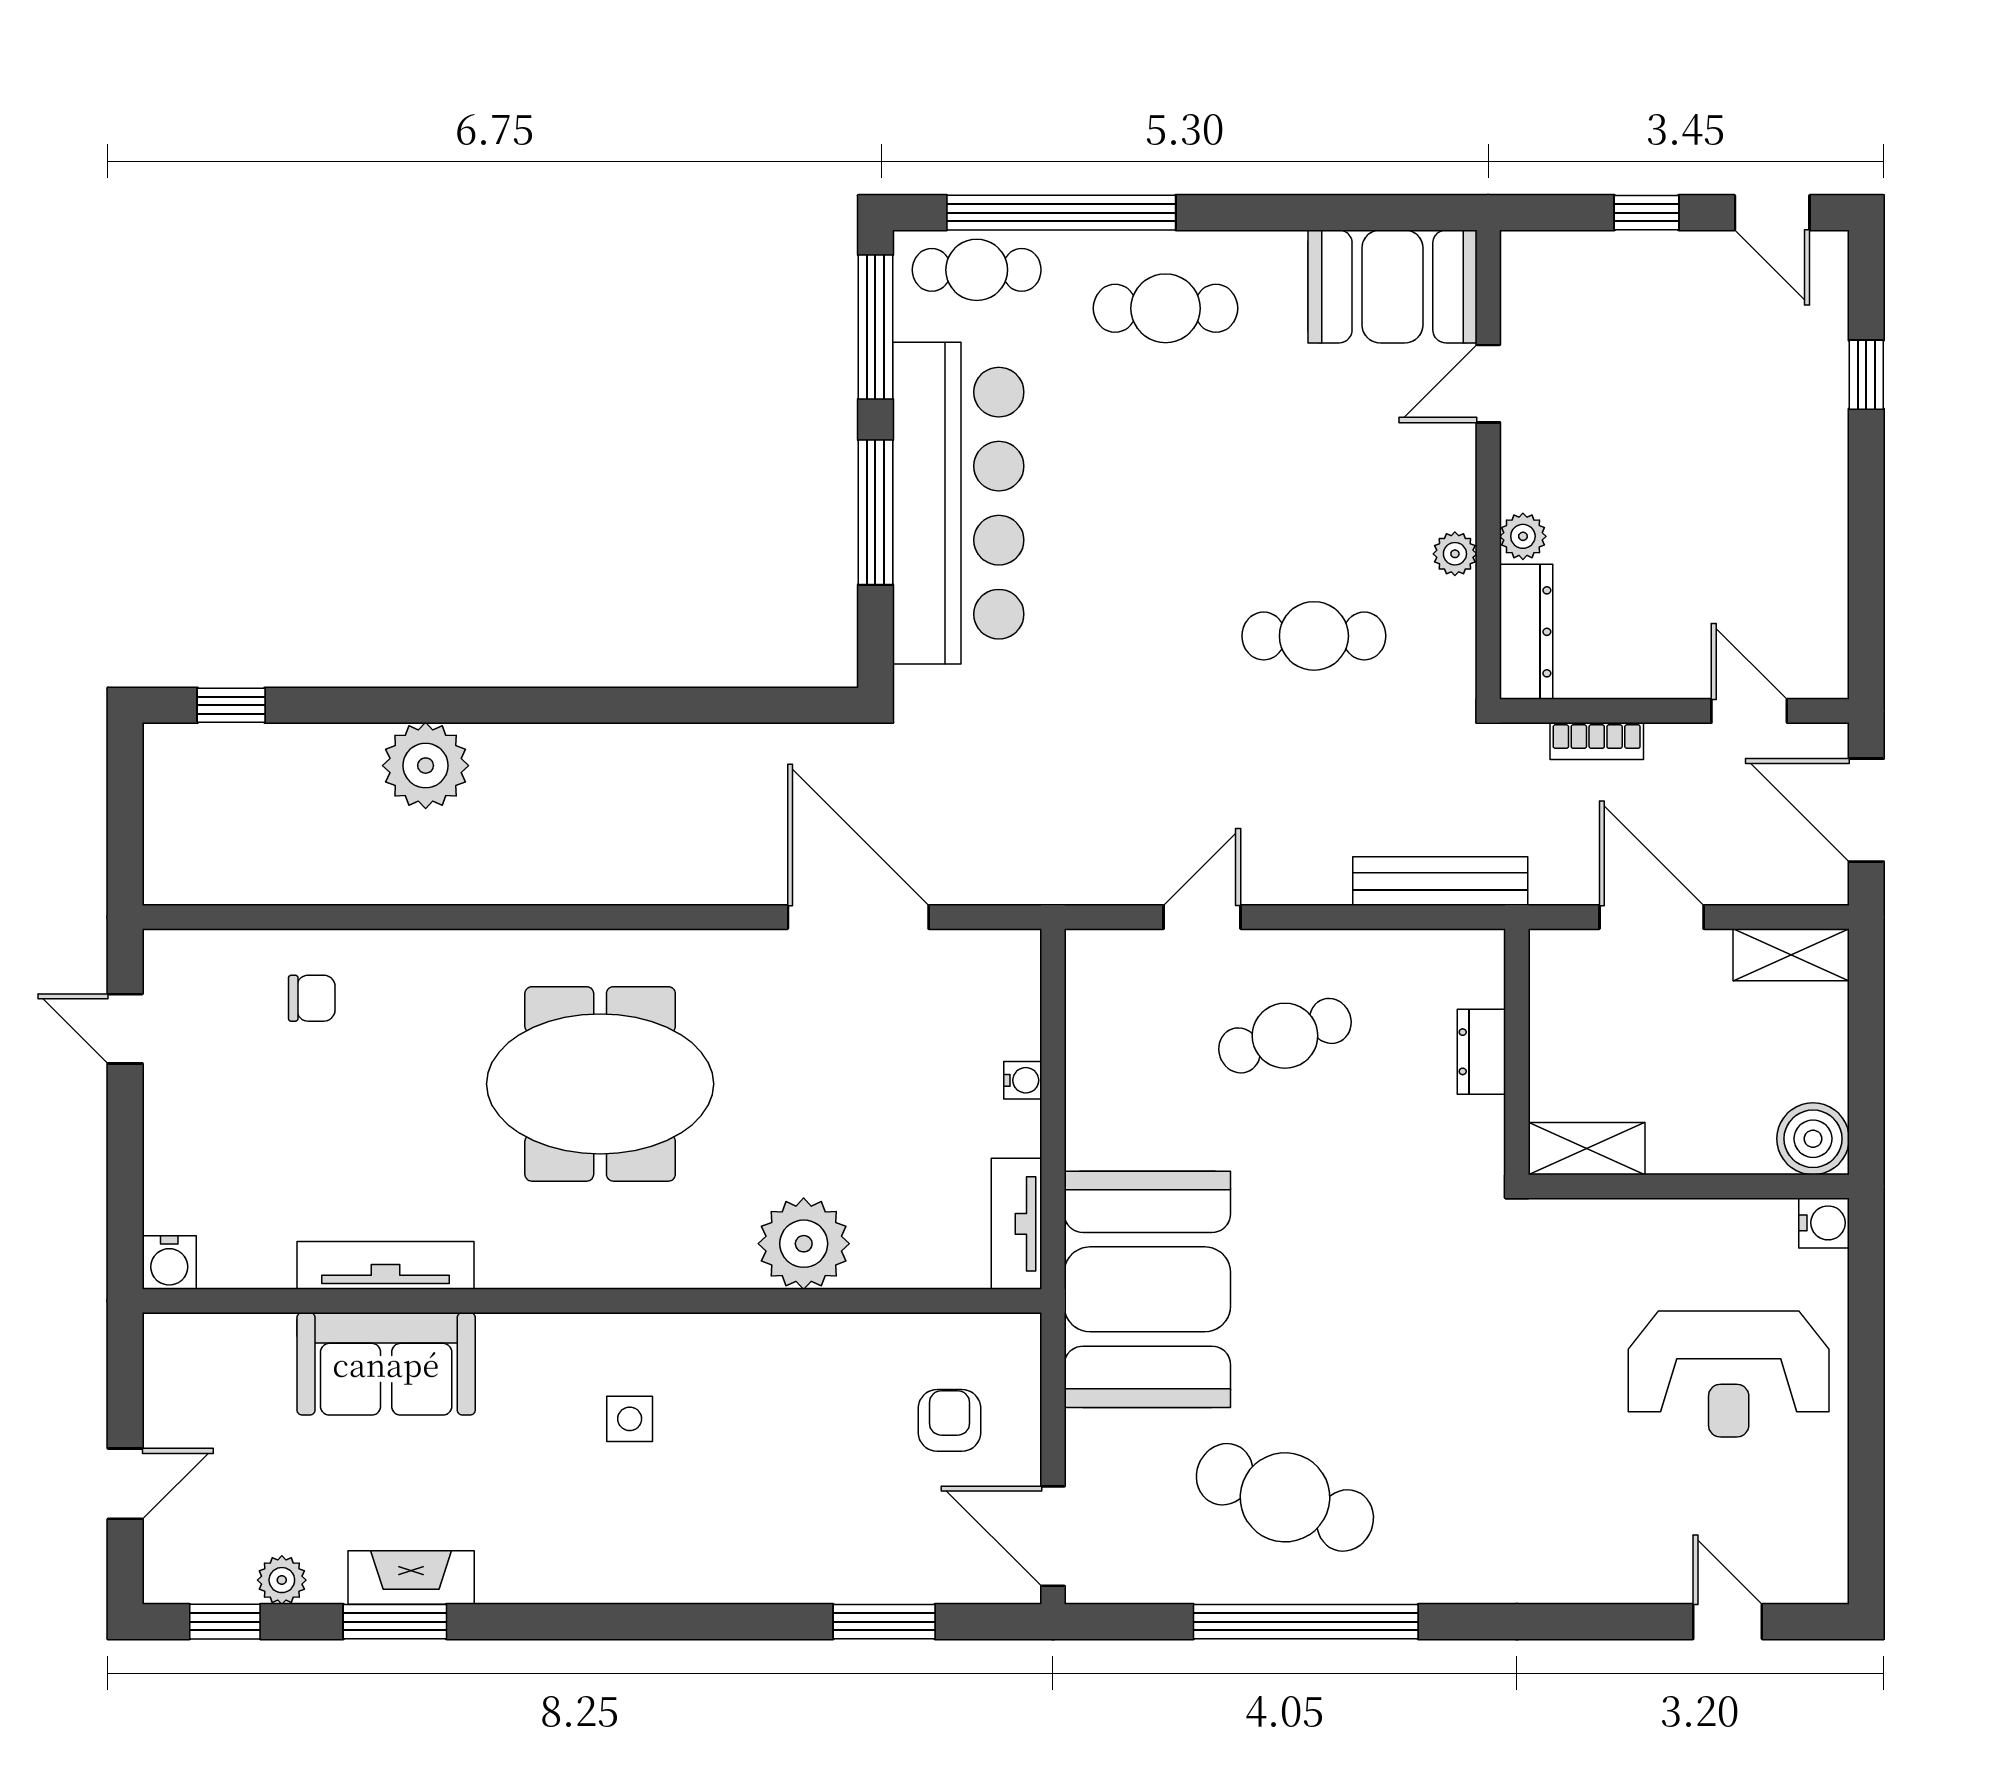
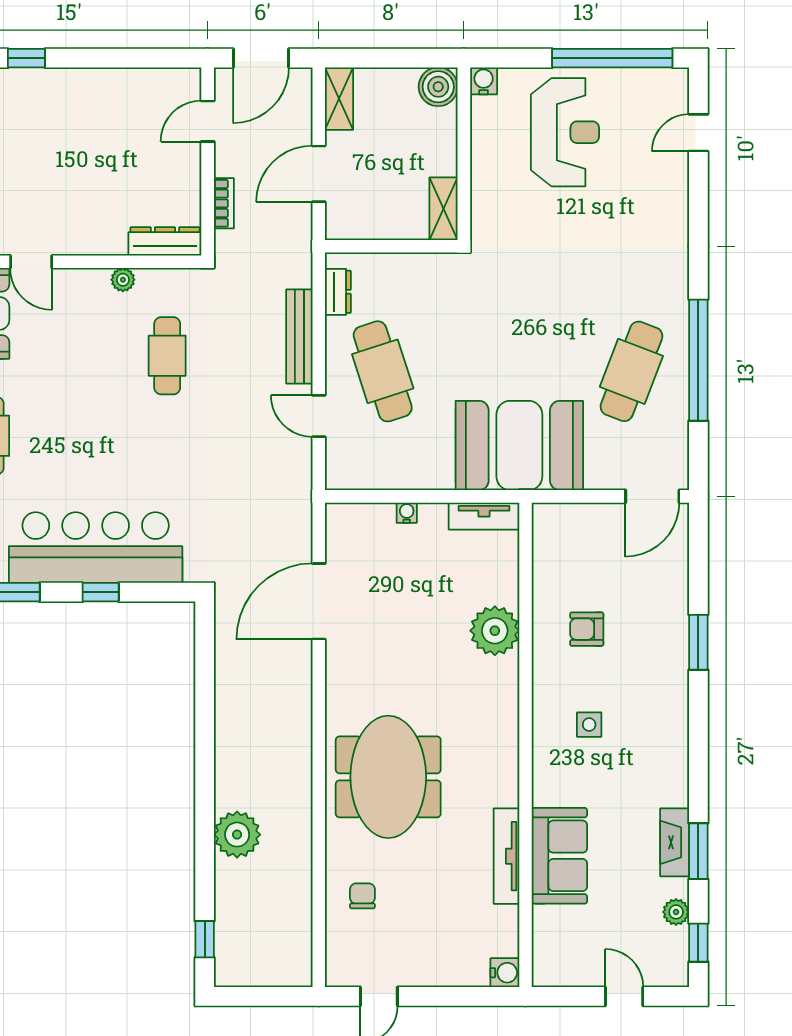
window: (875, 512) -> (101, 592), width x0.46
plant: (1523, 536) -> (114, 243), removed
bench: (1440, 881) -> (299, 337), moved
cafe table: (1285, 1036) -> (383, 371), width x1.37, depth x1.35
dresser: (1481, 1052) -> (338, 292), moved, turned -90
meeting table: (600, 1084) -> (388, 777), moved
armchair: (949, 1420) -> (587, 629), moved
window: (1866, 1462) -> (612, 58), added
window: (884, 1622) -> (698, 642), moved

